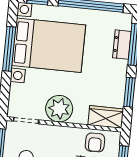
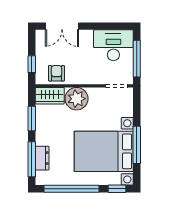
plant: (59, 109) -> (77, 99), moved

